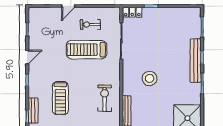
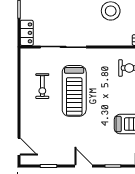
door: (68, 6) -> (19, 147), moved

